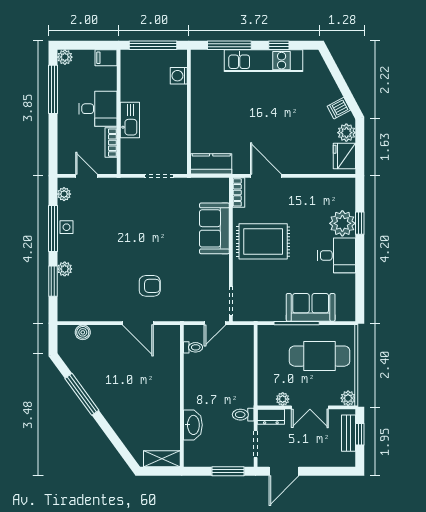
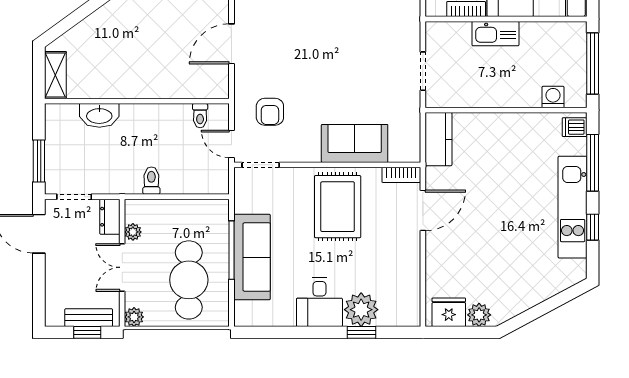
dishwasher: (339, 108) -> (575, 127), moved, turned -62
armchair: (150, 286) -> (270, 112), moved
sofa: (311, 307) -> (252, 257), width x1.36
toilet: (243, 415) -> (151, 181), moved

